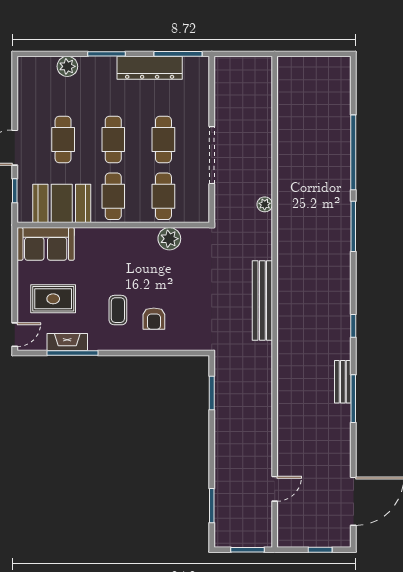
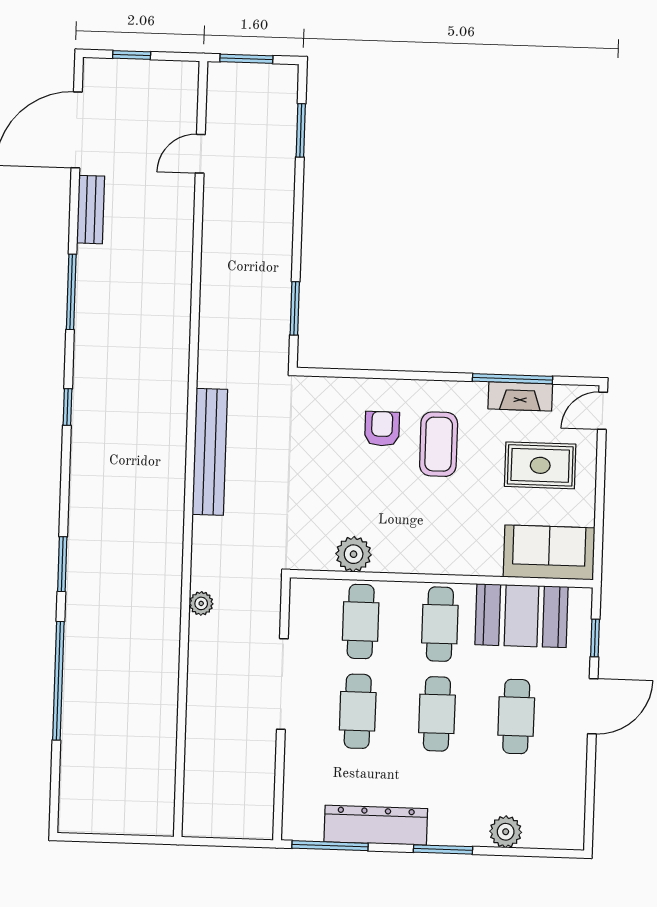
window: (353, 226) -> (62, 564), width x0.69
coffee table: (118, 310) -> (439, 444), width x1.36, depth x1.30
bench: (343, 382) -> (91, 210), moved

